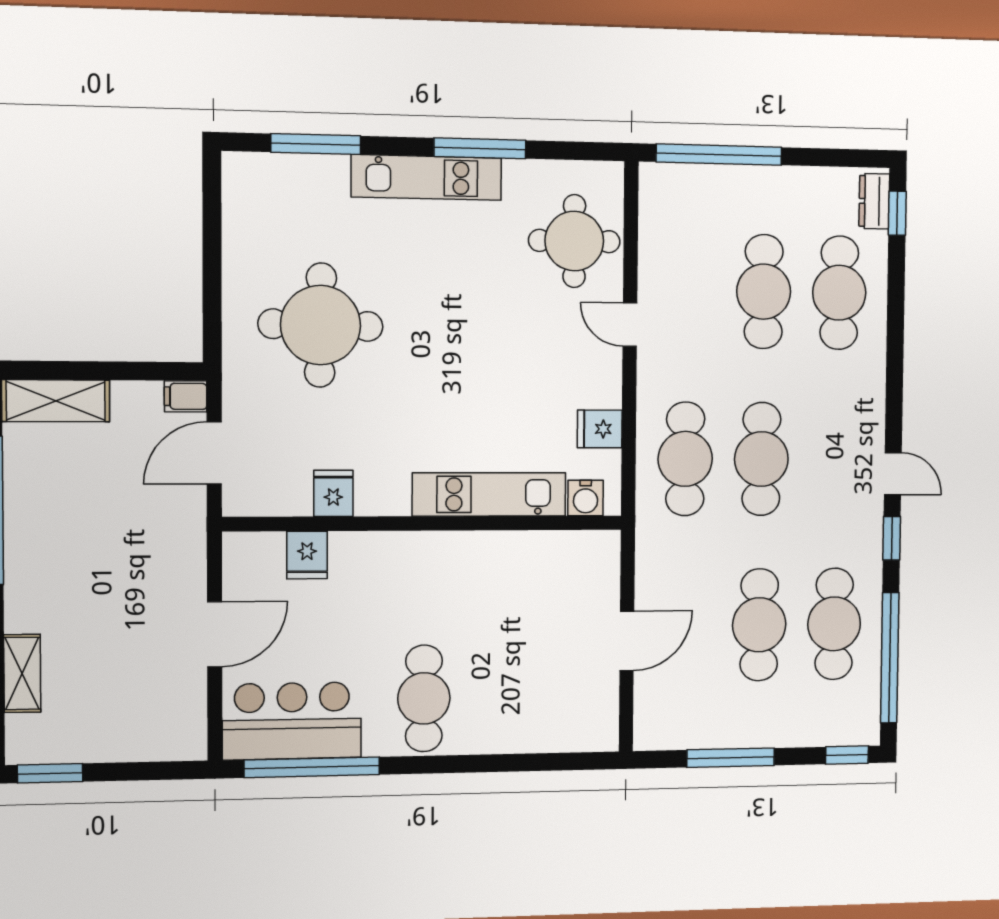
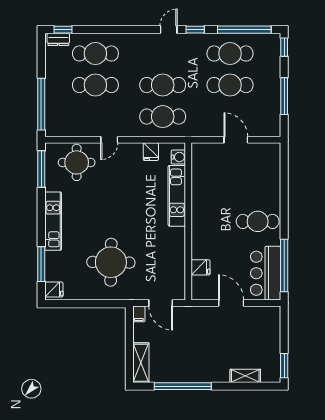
window: (480, 148) -> (41, 169), moved
fridge: (333, 493) -> (54, 290), moved, turned 180

